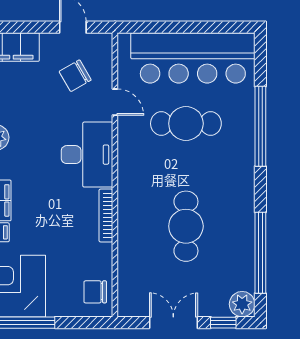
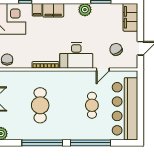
cafe table: (186, 124) -> (92, 105), width x0.73, depth x0.74
cafe table: (186, 226) -> (40, 105), turned 90
window: (260, 253) -> (42, 143), moved

